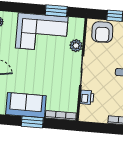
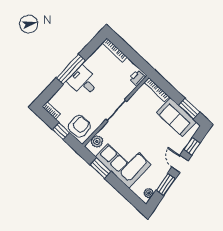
plant: (76, 46) -> (97, 141), moved
printer: (87, 97) -> (137, 78), moved
window: (32, 122) -> (189, 109), moved

